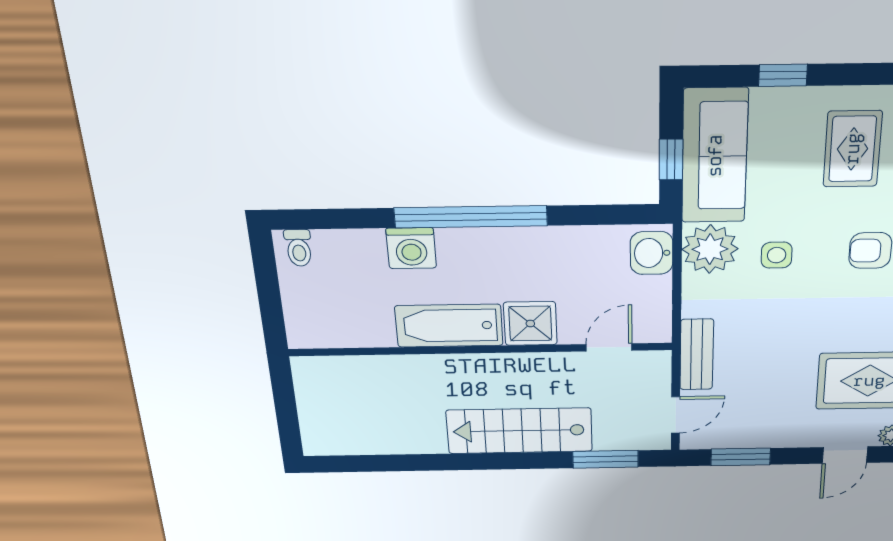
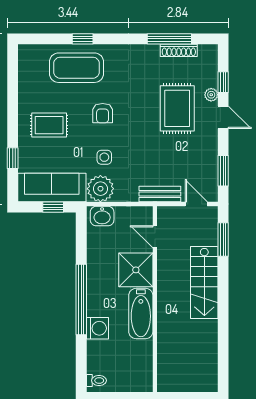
shower: (530, 323) -> (136, 270), width x1.36, depth x1.36

